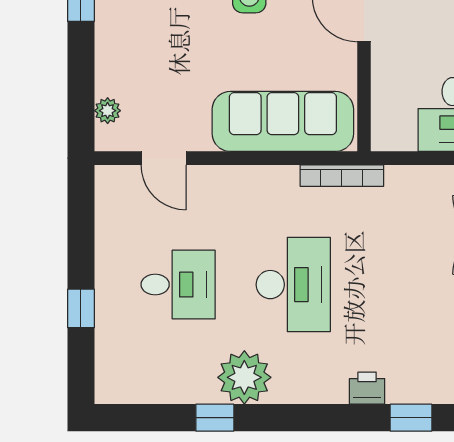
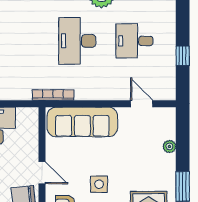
plant: (108, 111) -> (169, 146), moved
window: (81, 308) -> (183, 56), moved

